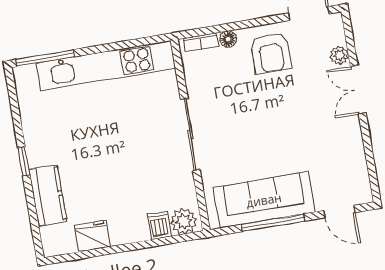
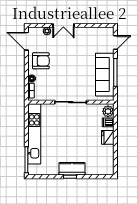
kitchen counter: (48, 195) -> (72, 169), moved
fridge: (92, 236) -> (108, 137), moved

